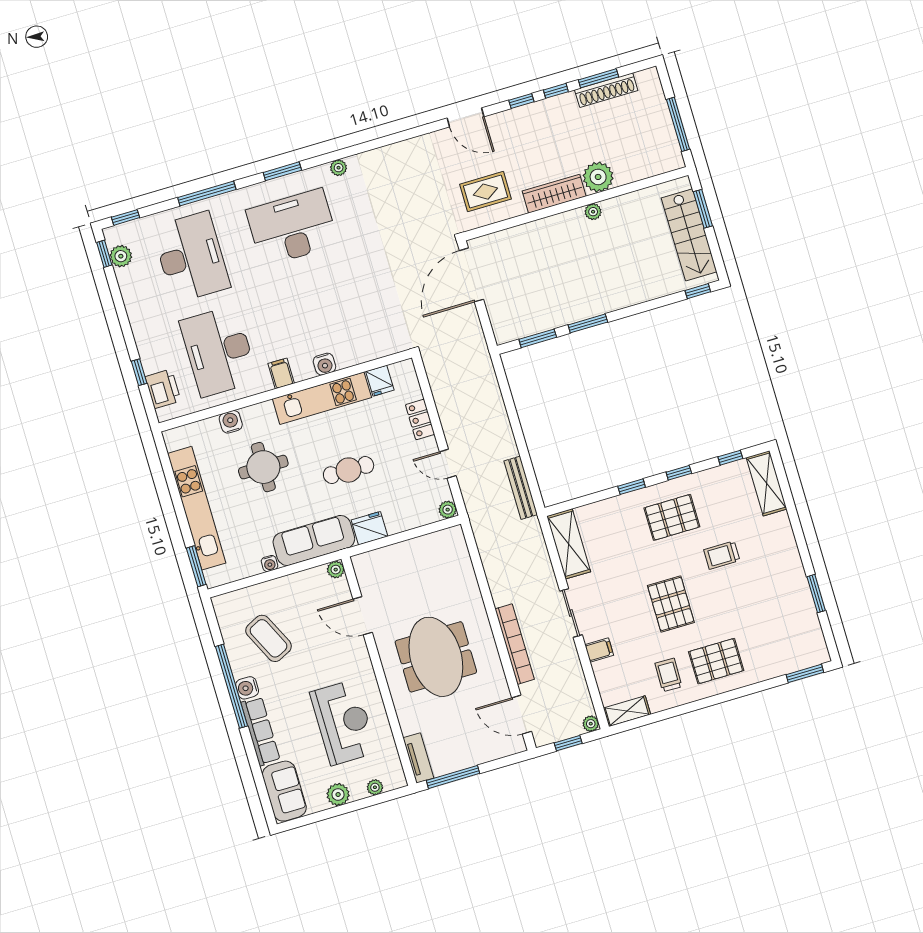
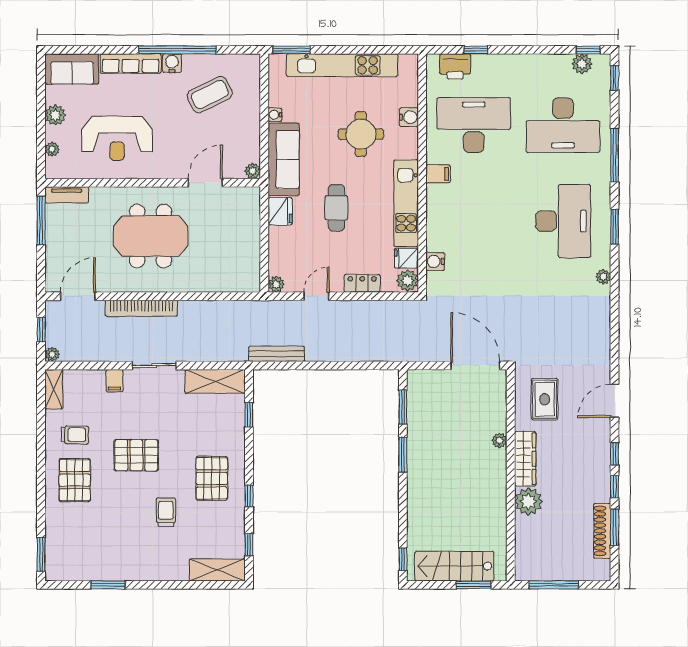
plant: (593, 212) -> (499, 440), moved
water cooler: (325, 364) -> (435, 261), moved
plant: (403, 373) -> (407, 281), added
window: (632, 487) -> (249, 415), moved

